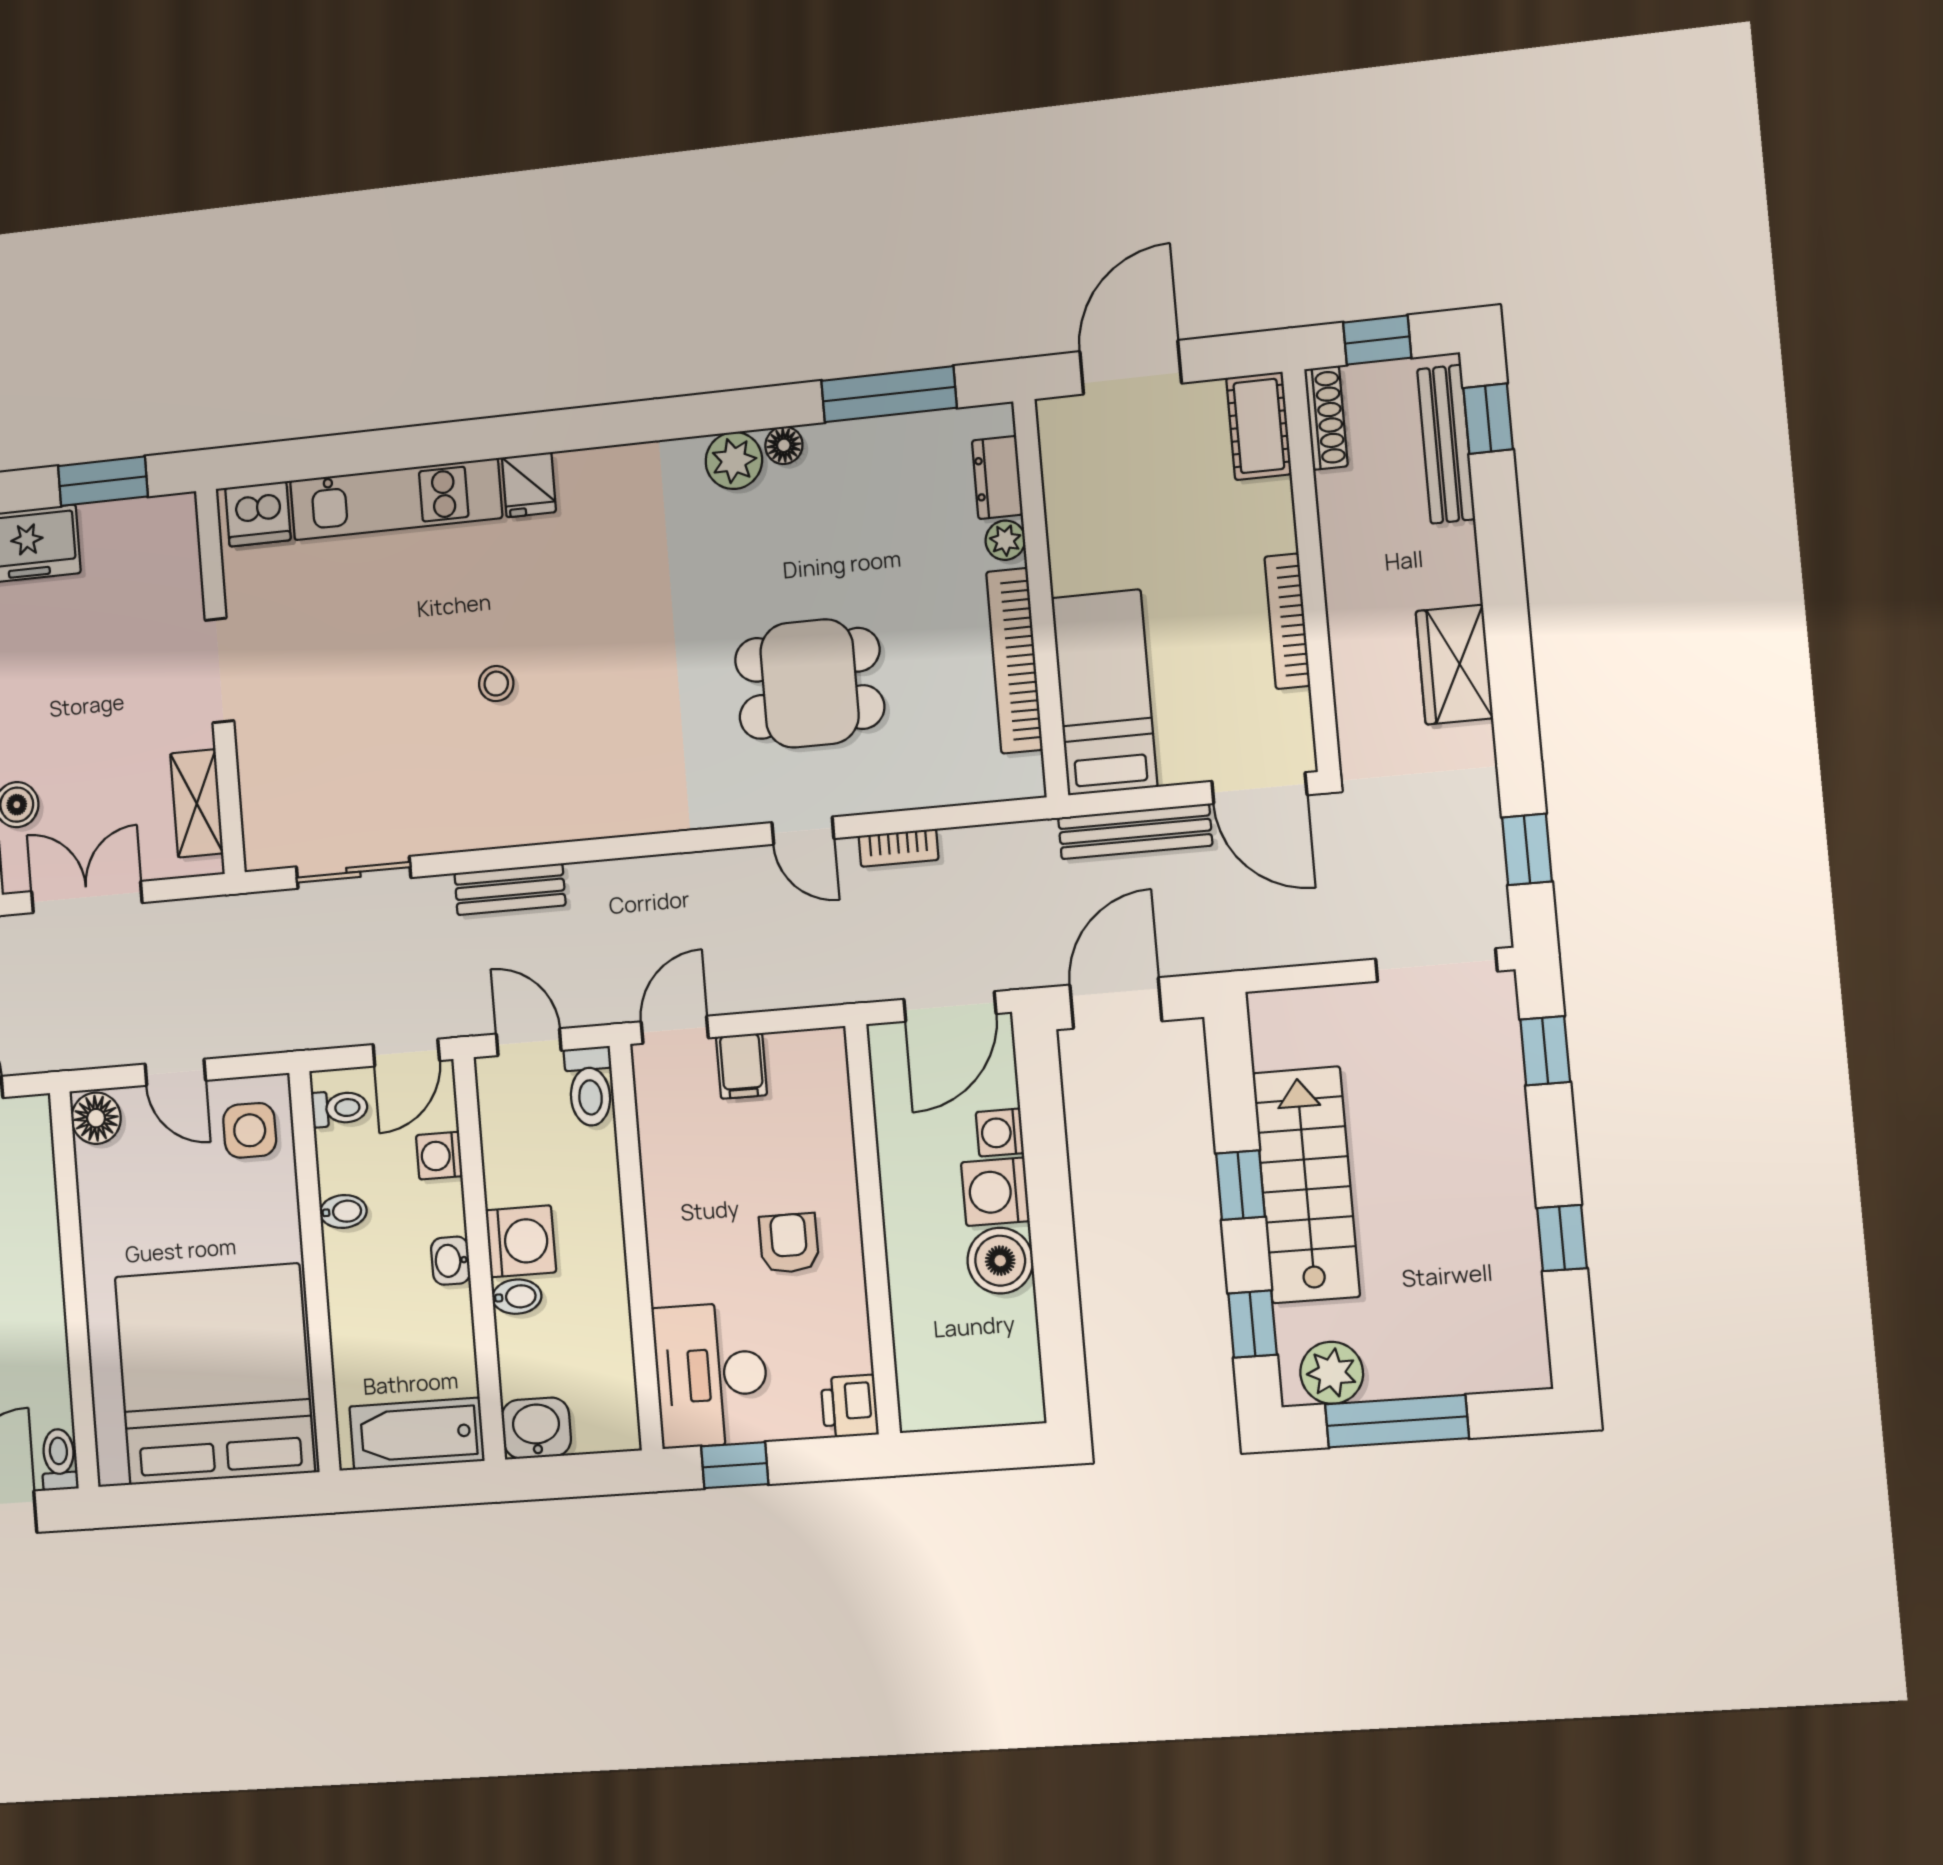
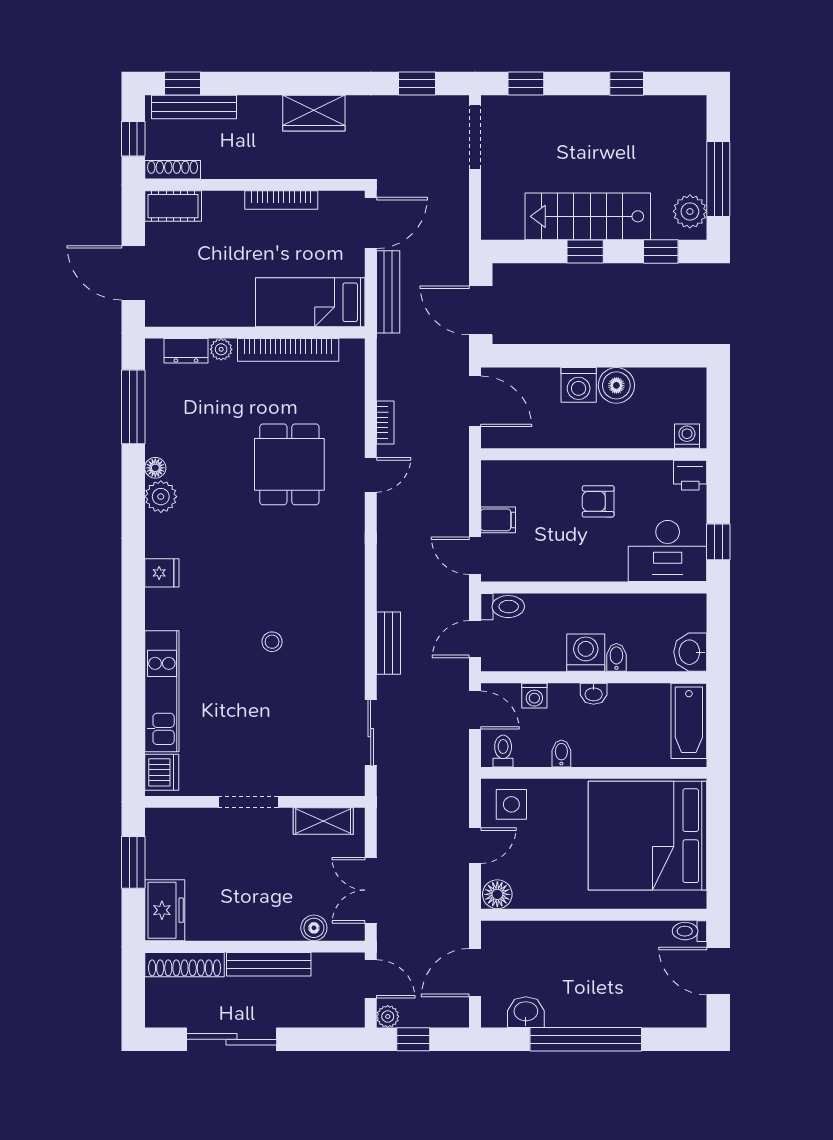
fridge: (529, 485) -> (162, 573), moved
washing machine: (1000, 1133) -> (687, 436), moved, turned 180

